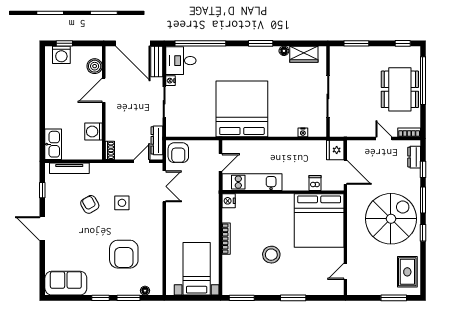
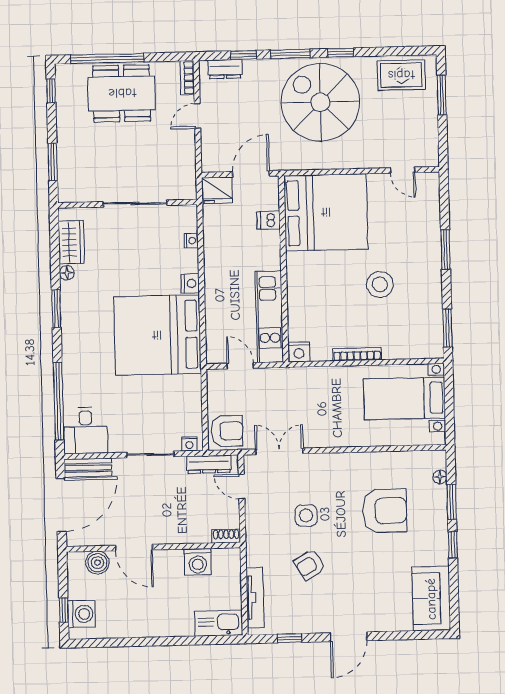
nightstand: (170, 81) -> (189, 444), moved
nightstand: (275, 131) -> (190, 284), added

